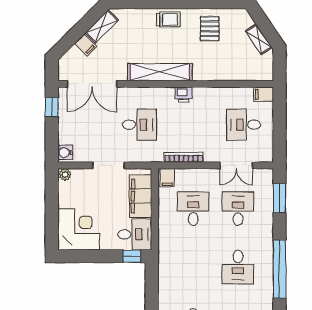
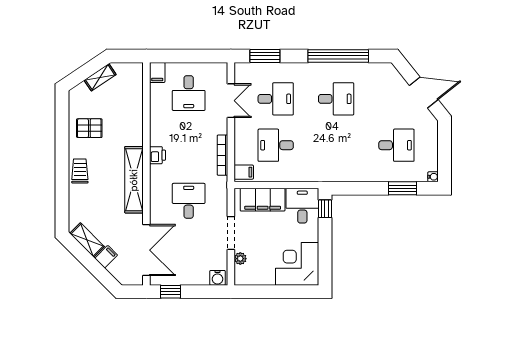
plant: (65, 174) -> (240, 259), moved
desk: (238, 209) -> (276, 99), turned 180

